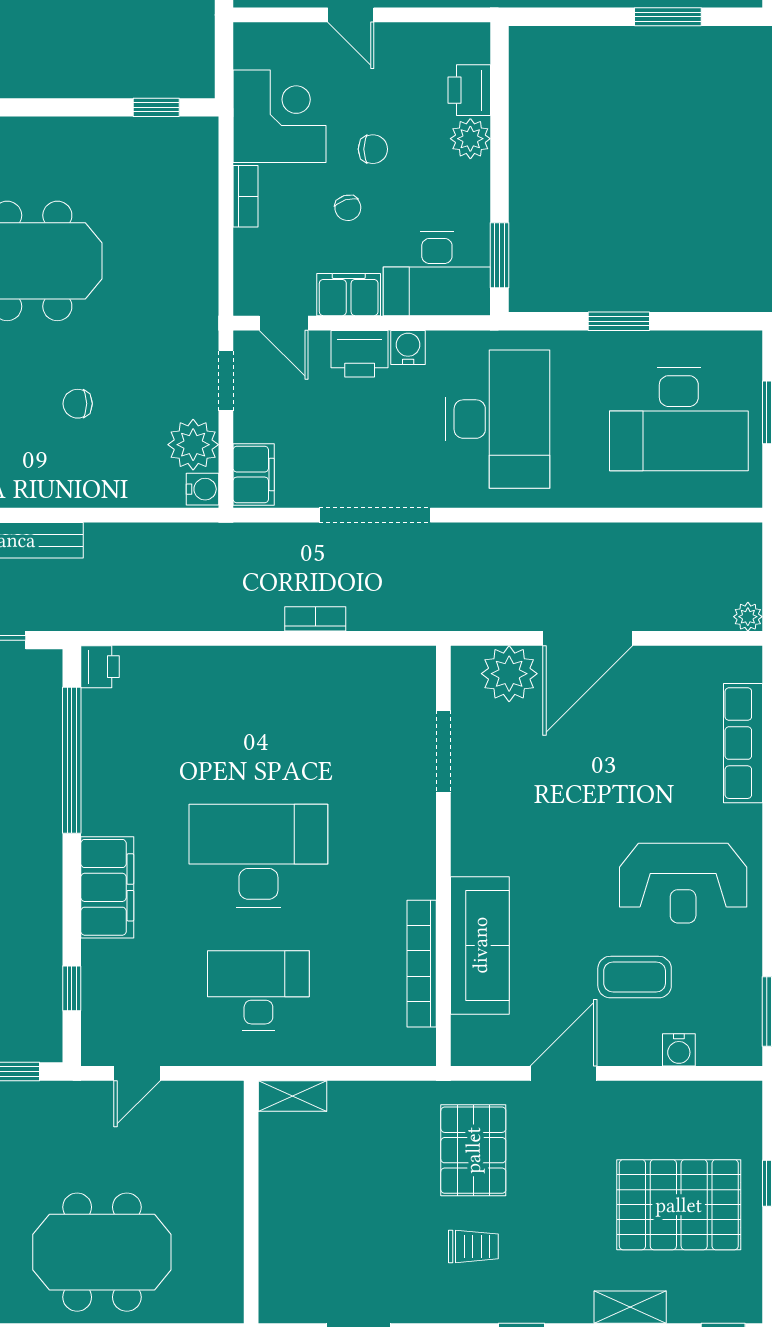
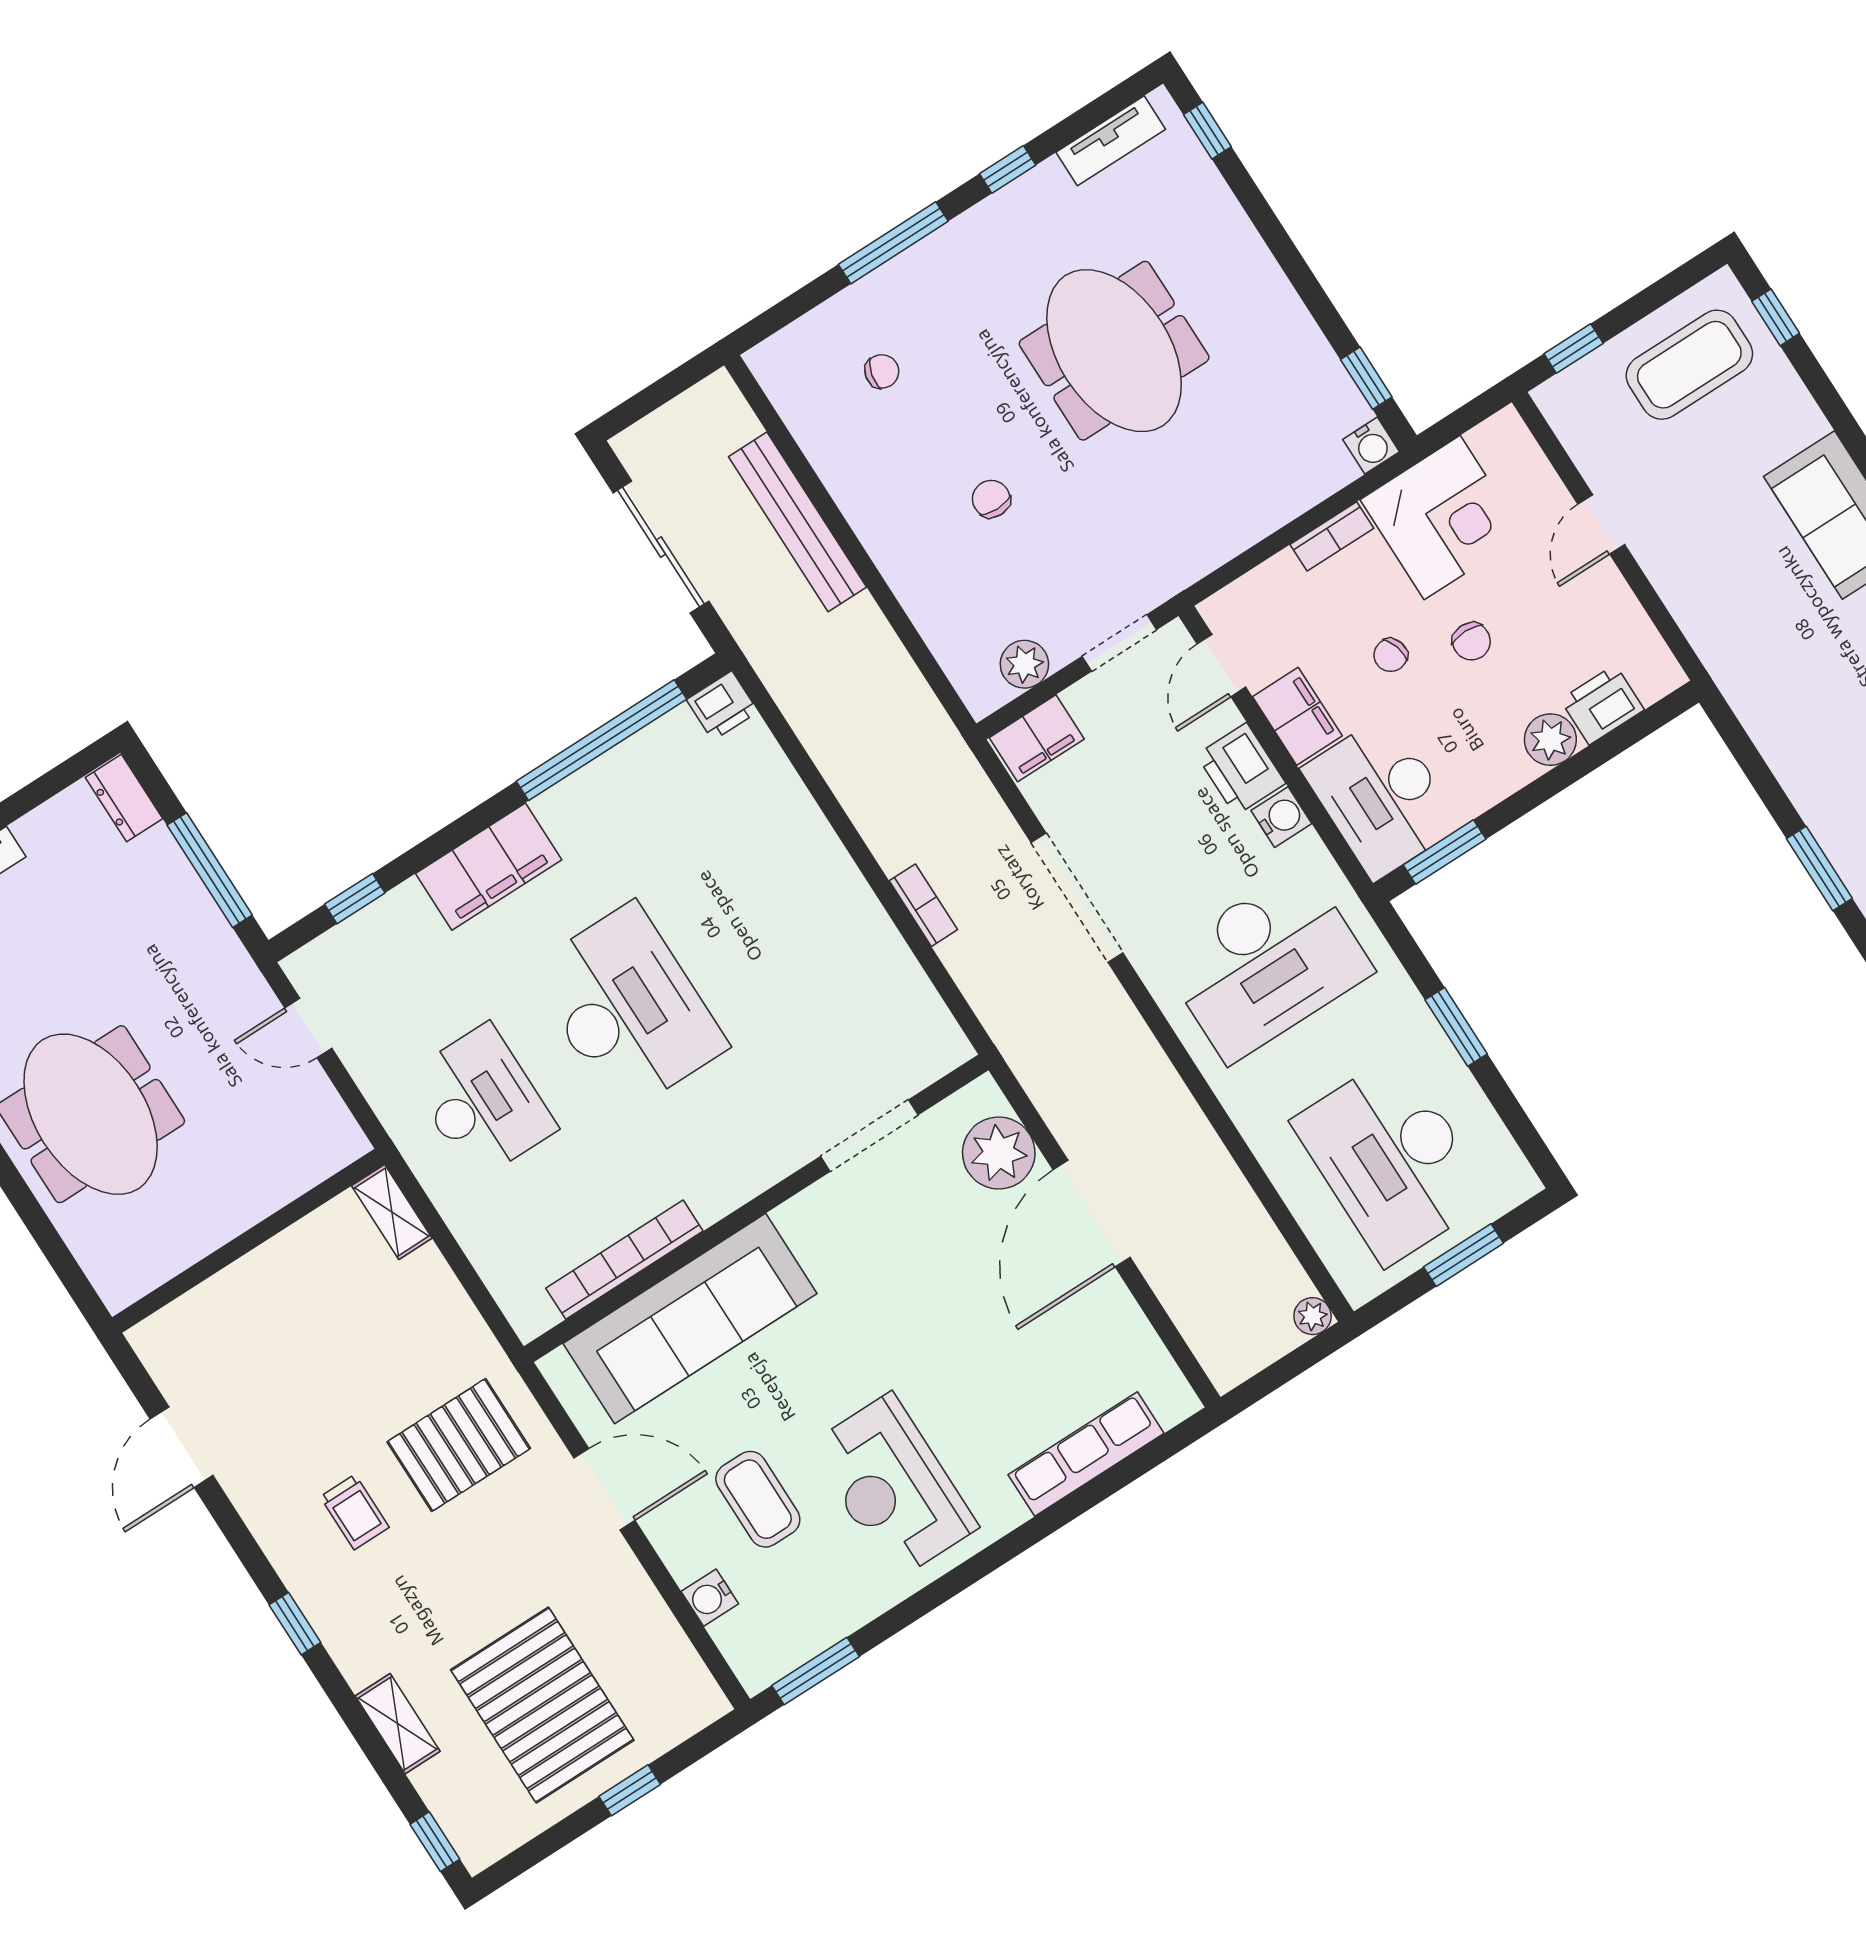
plant: (193, 445) -> (1024, 664), width x0.73, depth x0.73
water cooler: (202, 489) -> (1371, 446), moved
plant: (748, 617) -> (1313, 1316), moved
door: (588, 638) -> (1092, 1213), hinge flipped
sofa: (480, 945) -> (690, 1319), width x1.36, depth x1.27

